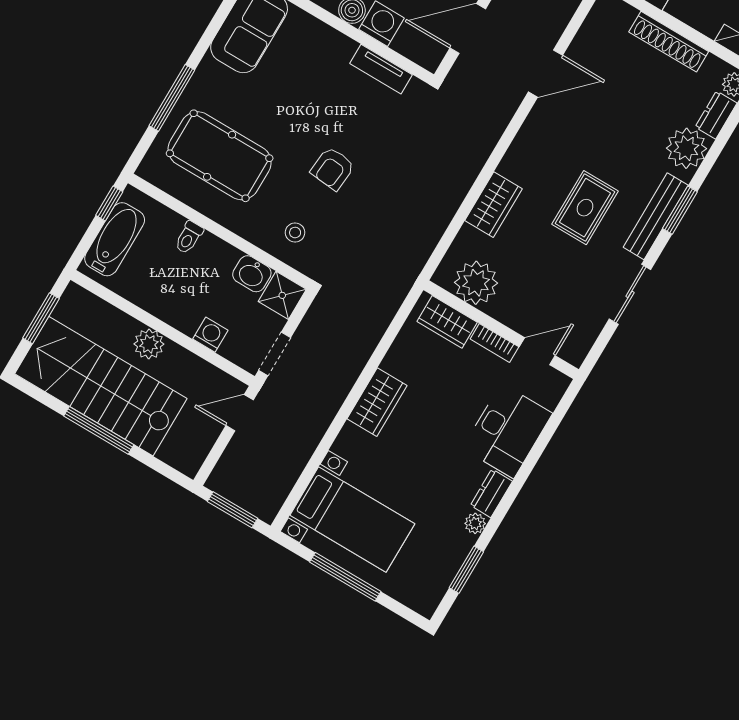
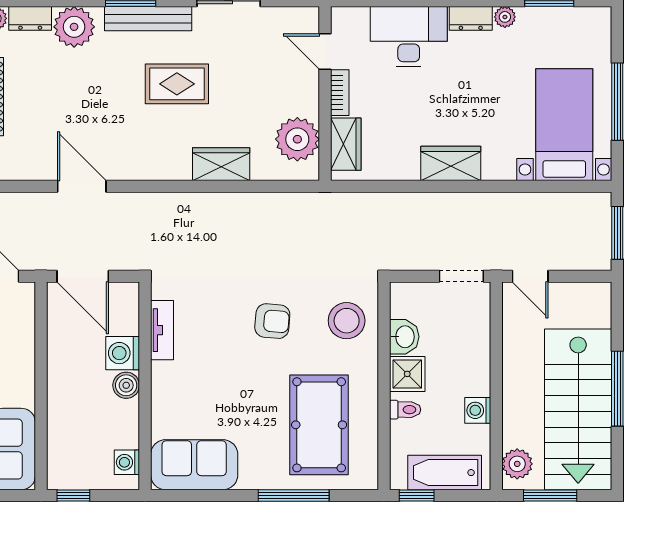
stool: (295, 233) -> (347, 321), width x1.89, depth x1.89
shower: (282, 295) -> (407, 374), moved
washing machine: (210, 335) -> (478, 410), moved
plant: (149, 344) -> (517, 464), moved

